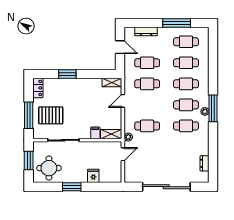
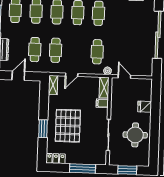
door: (123, 101) -> (72, 75), hinge flipped
pallet: (51, 115) -> (68, 126), moved, width x1.37, depth x1.41
round table: (49, 168) -> (135, 135), moved
window: (72, 187) -> (155, 128), removed

